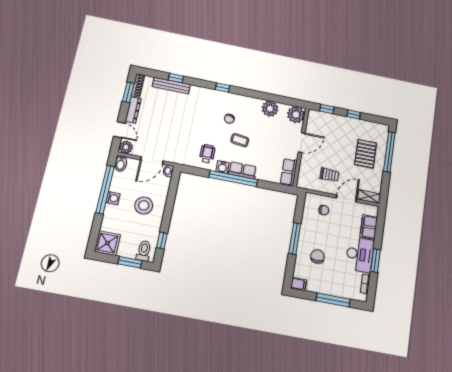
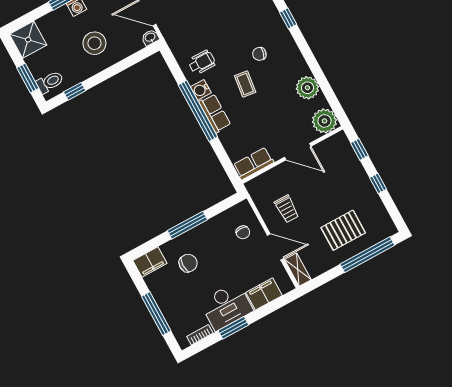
filing cabinet: (299, 284) -> (150, 262), width x2.00

